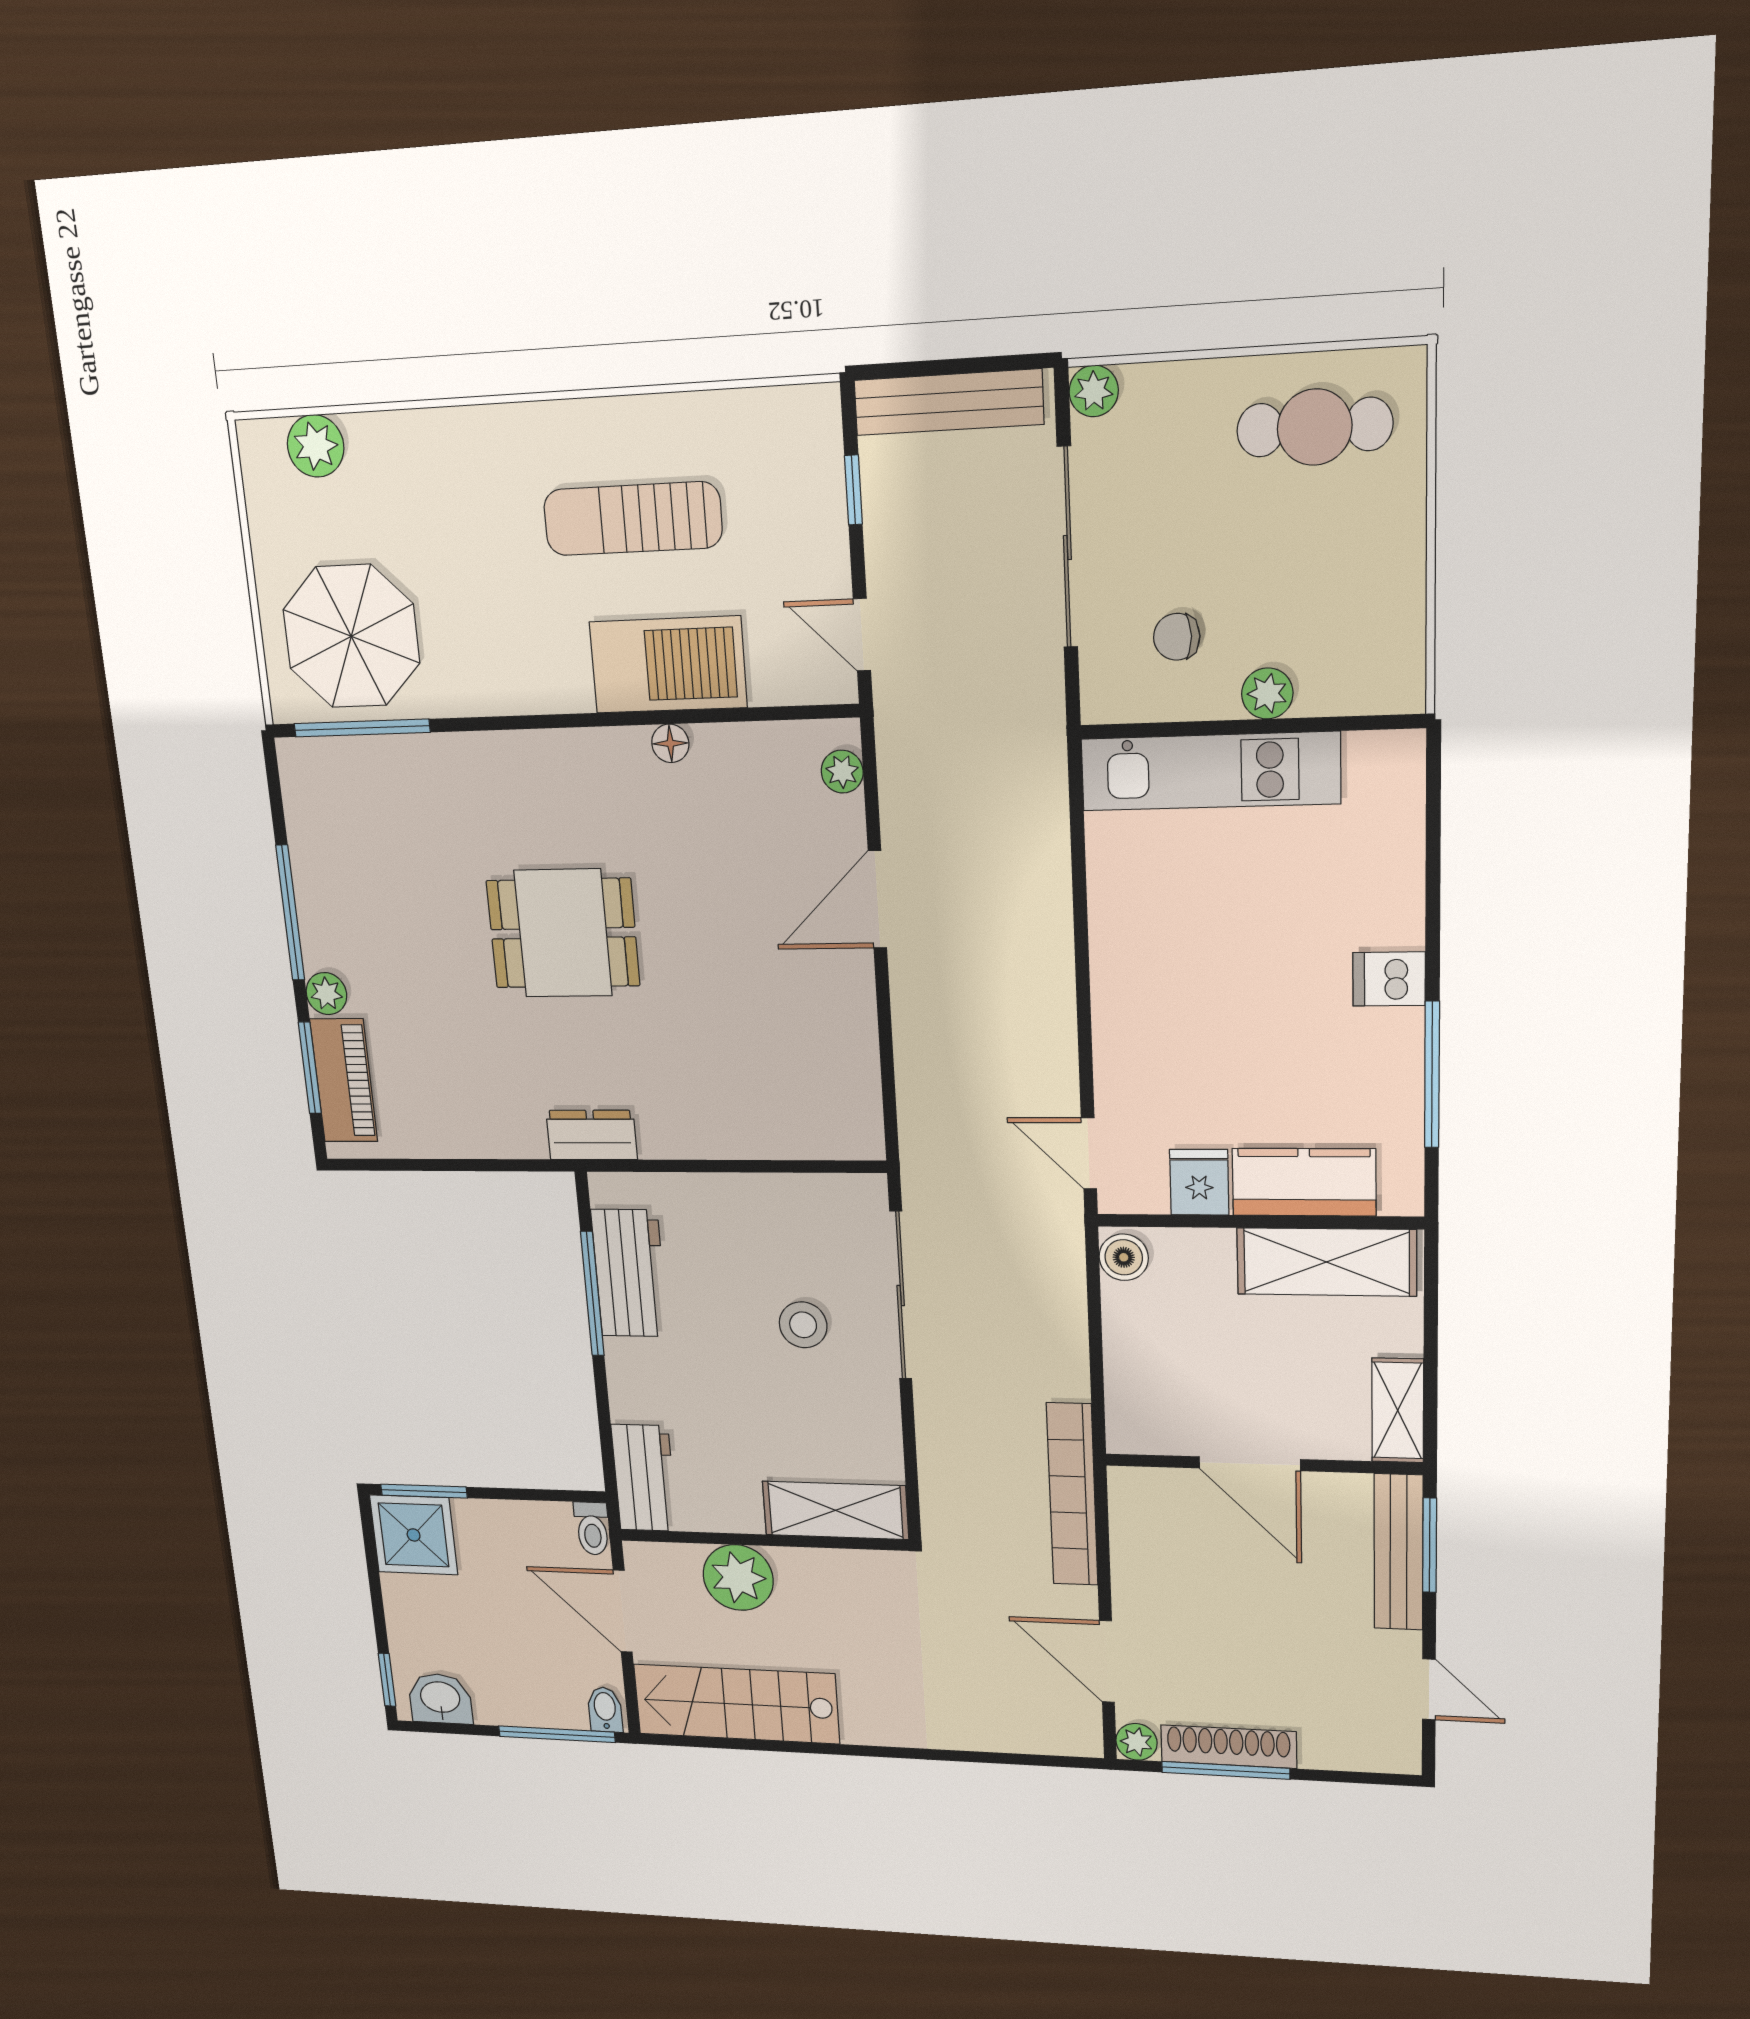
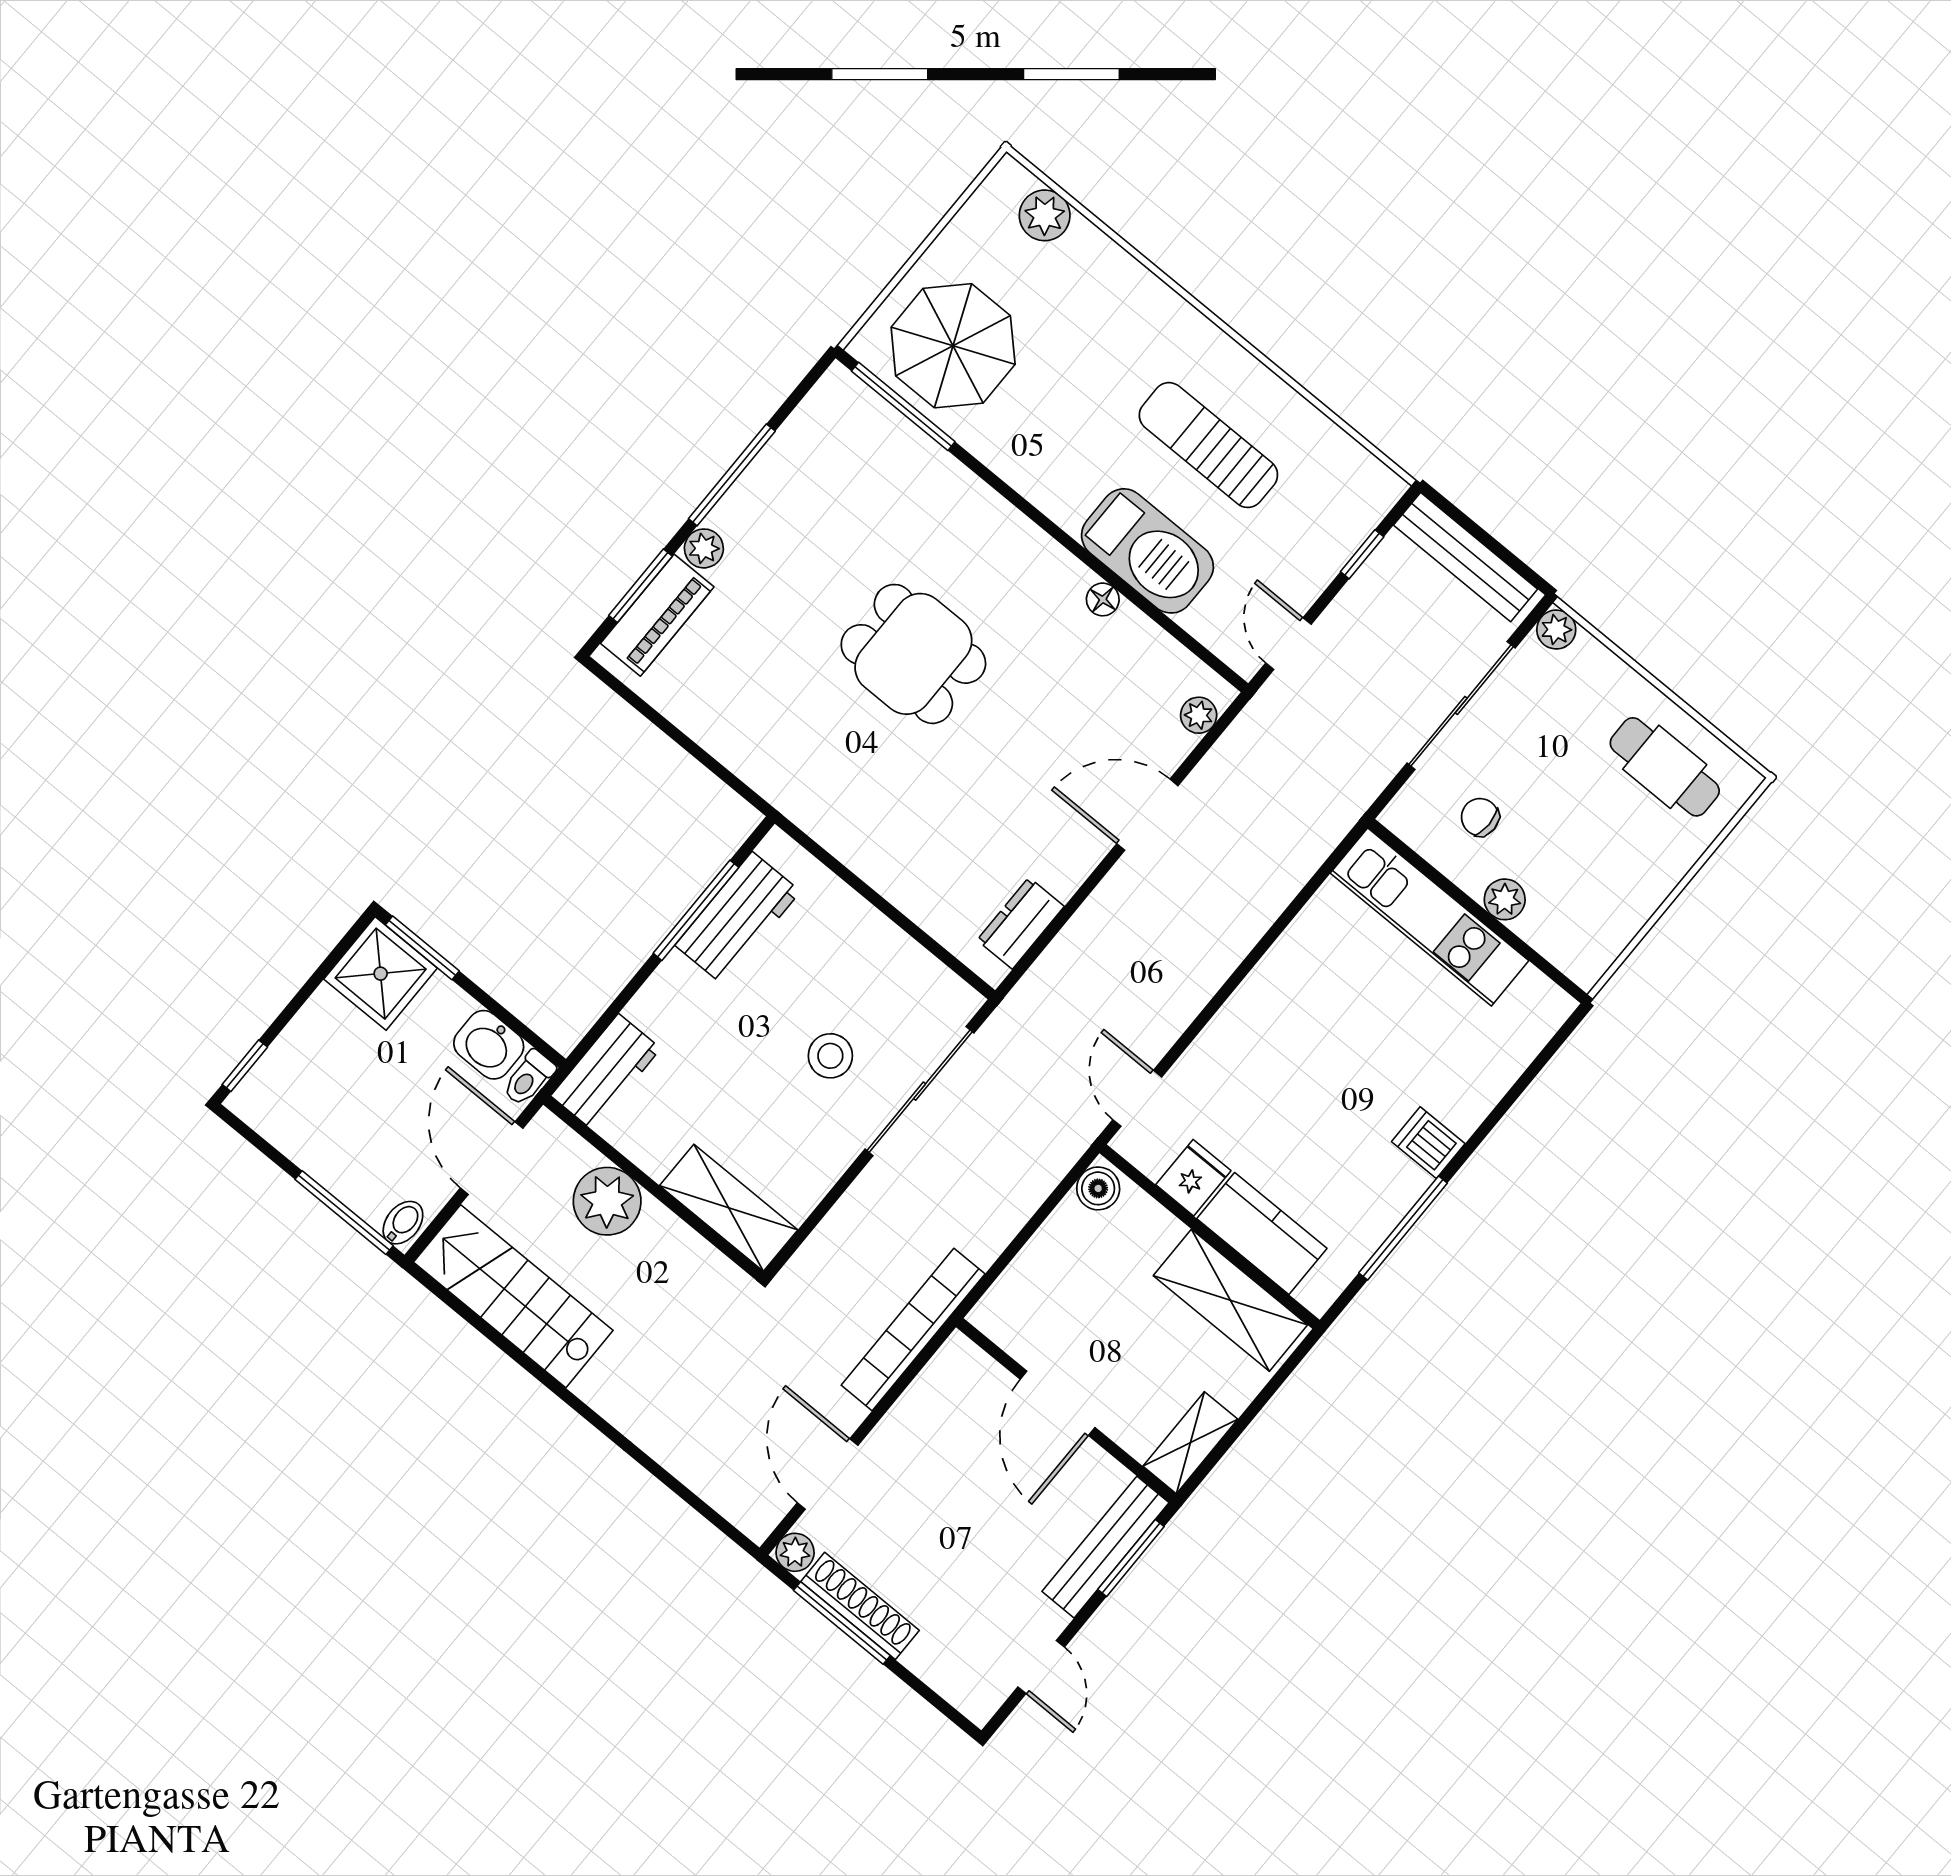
dresser: (592, 1135) -> (1021, 923), moved, turned -90
washbasin: (440, 1699) -> (489, 1045), moved, turned 180

